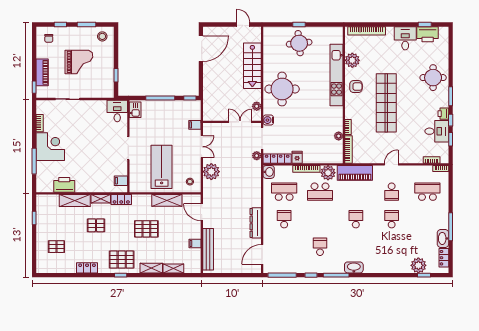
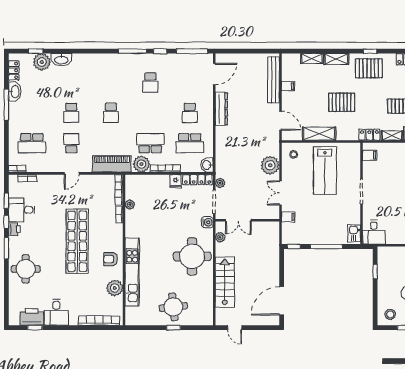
washbasin: (354, 267) -> (61, 60), moved

